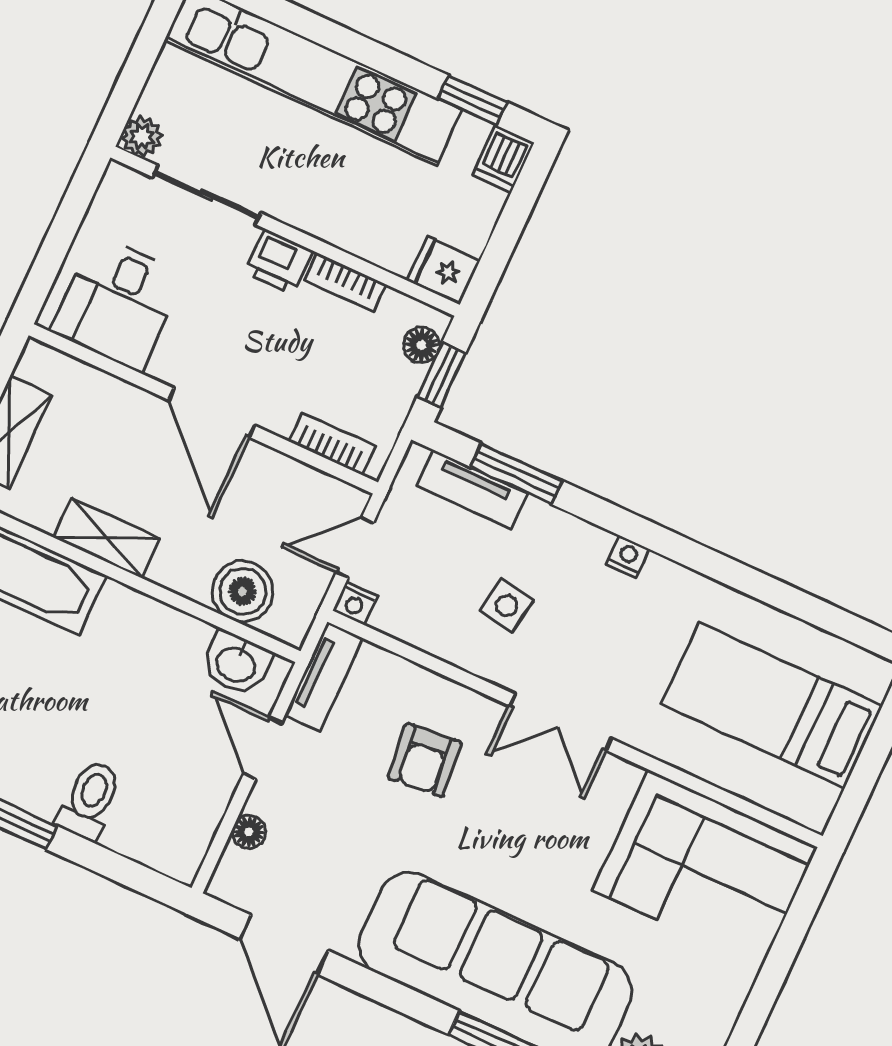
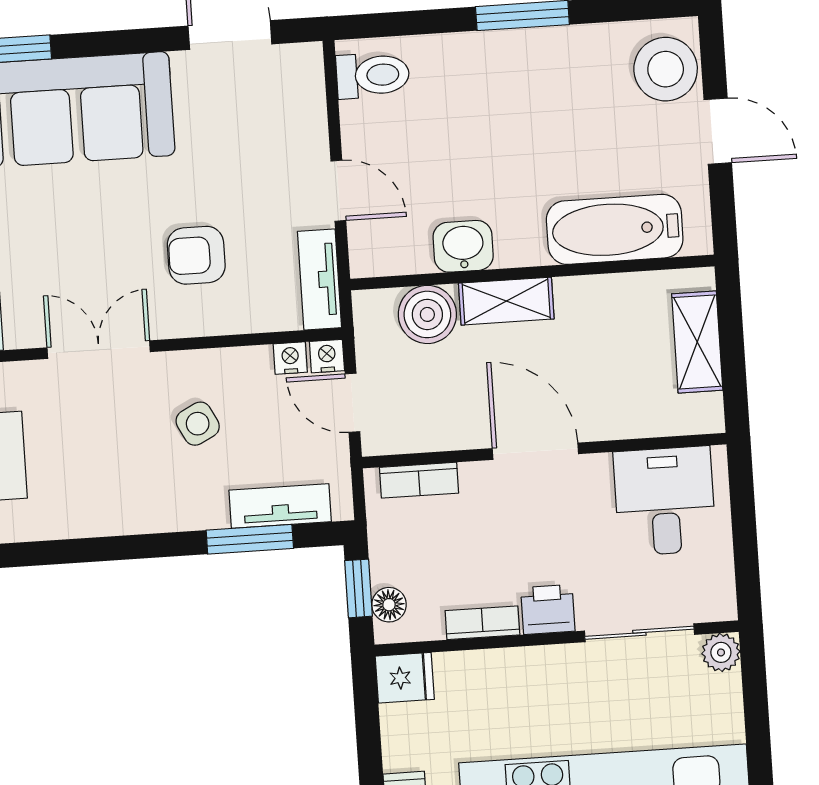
shelving: (107, 538) -> (506, 301), moved
door: (355, 548) -> (353, 403), swing flipped
nightstand: (628, 556) -> (290, 358), moved, turned 180
side table: (507, 605) -> (198, 424), turned -36
washbasin: (236, 663) -> (463, 246), moved
armchair: (424, 760) -> (196, 255), turned -84
toilet: (90, 800) -> (373, 75), moved, turned -90
floor lamp: (249, 832) -> (312, 114), removed

